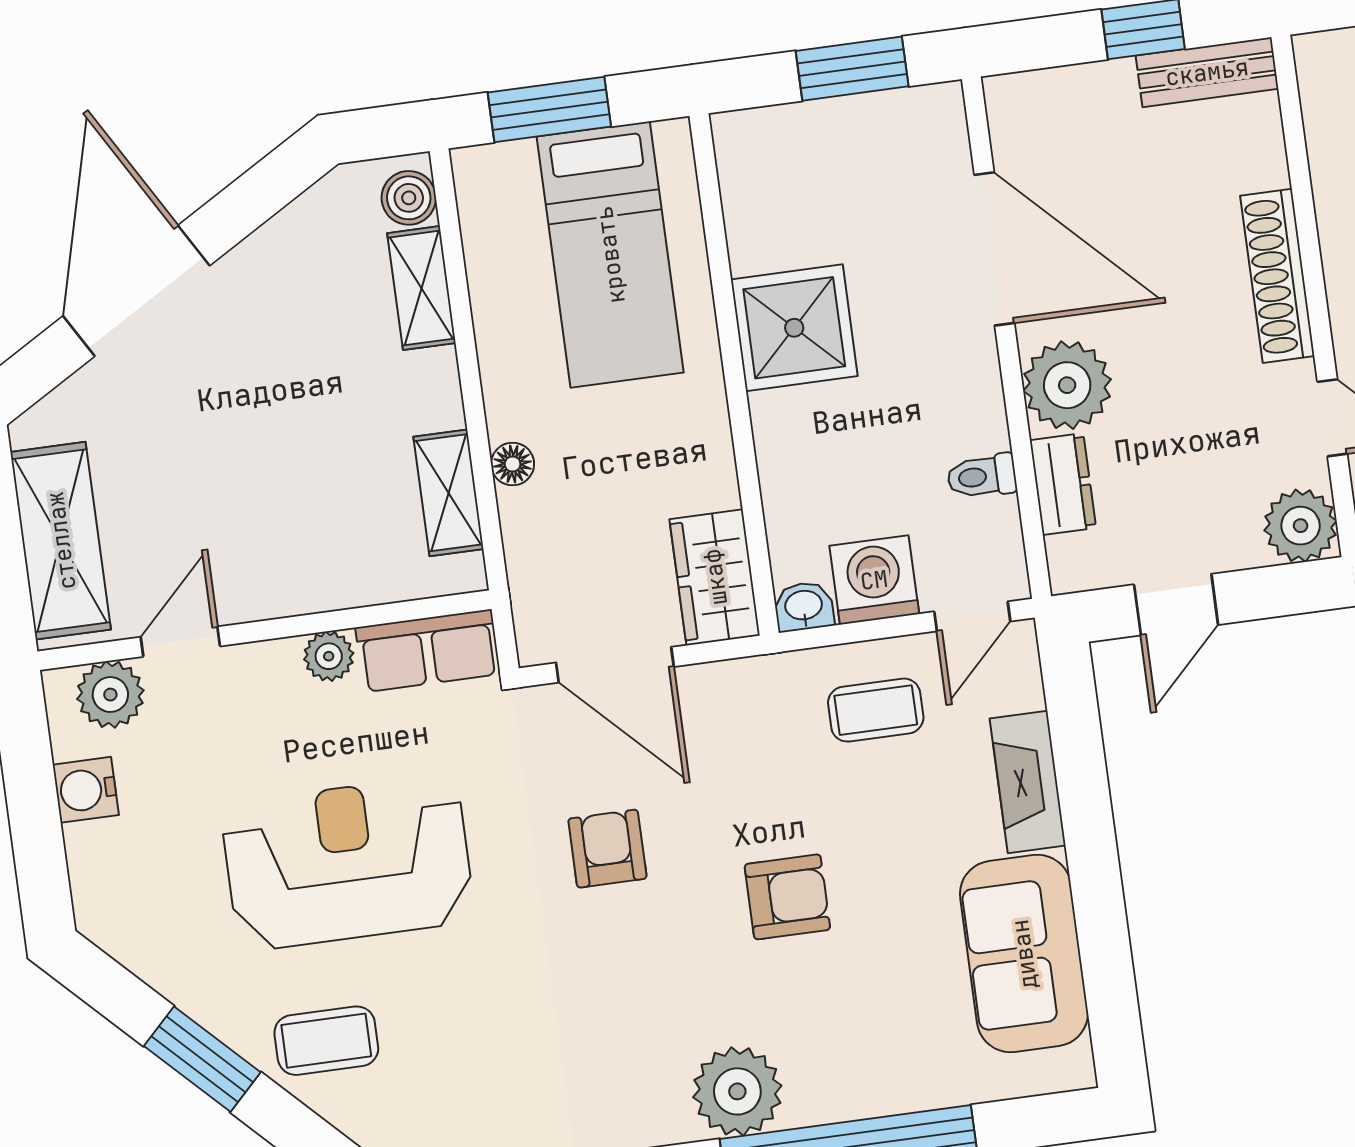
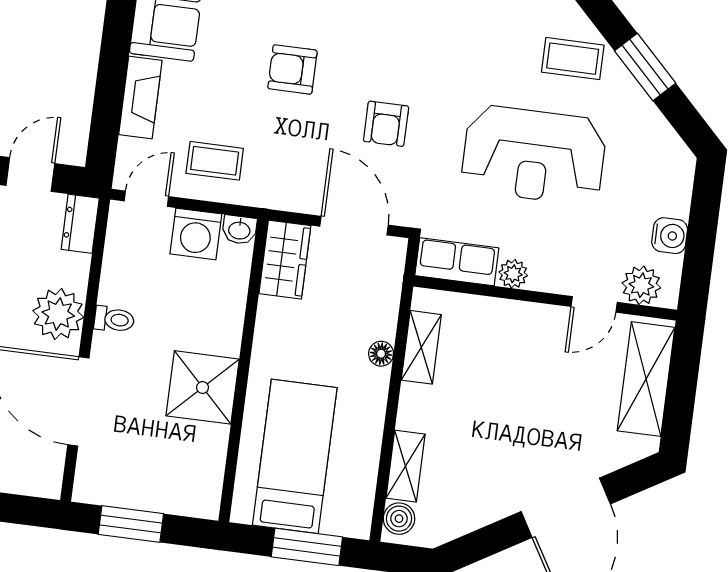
toilet: (982, 476) -> (114, 319), moved
dresser: (1063, 484) -> (80, 224), moved

